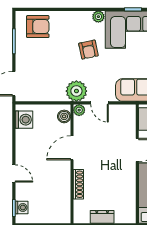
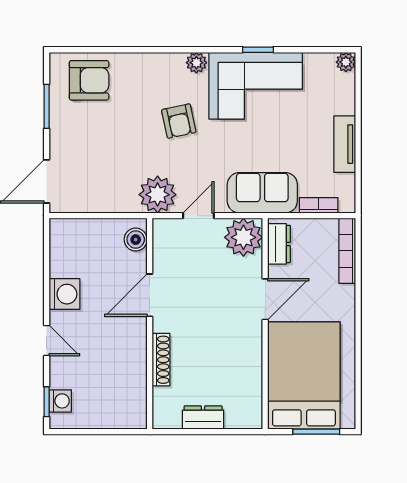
door: (100, 103) -> (199, 216), swing flipped
plant: (79, 110) -> (243, 237), moved, width x1.87, depth x1.87
washing machine: (24, 120) -> (64, 294), moved

